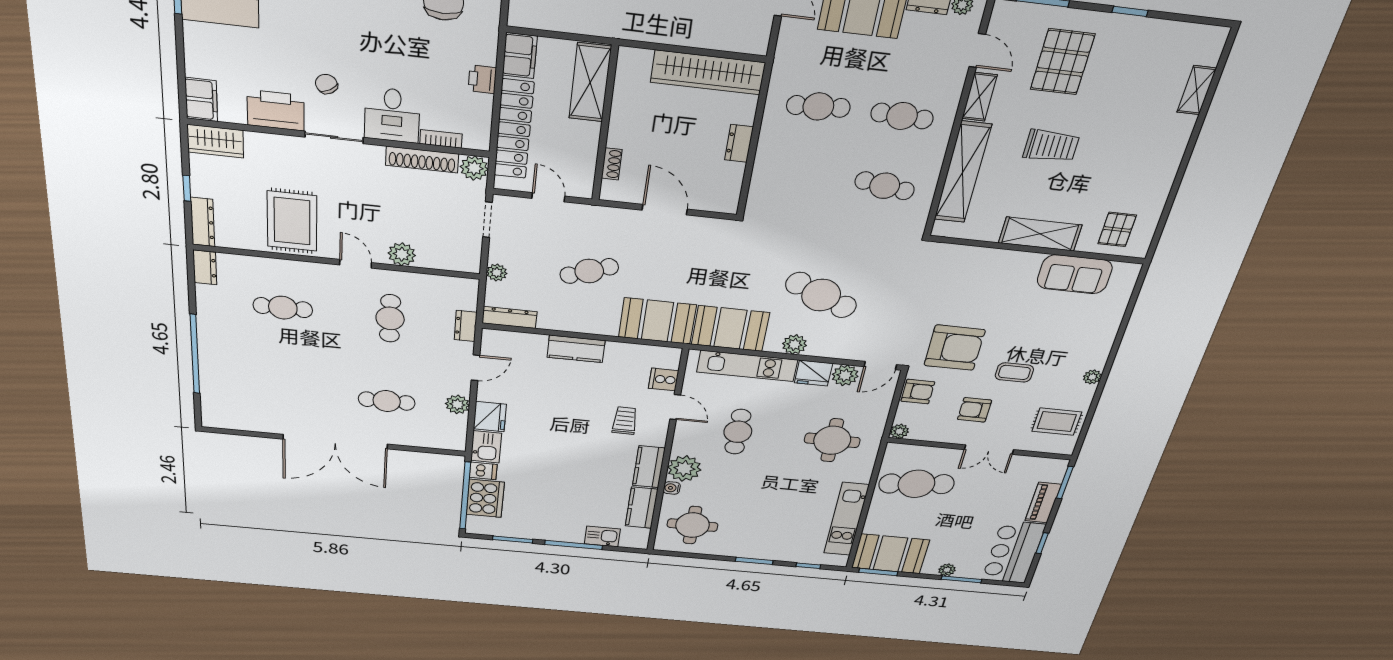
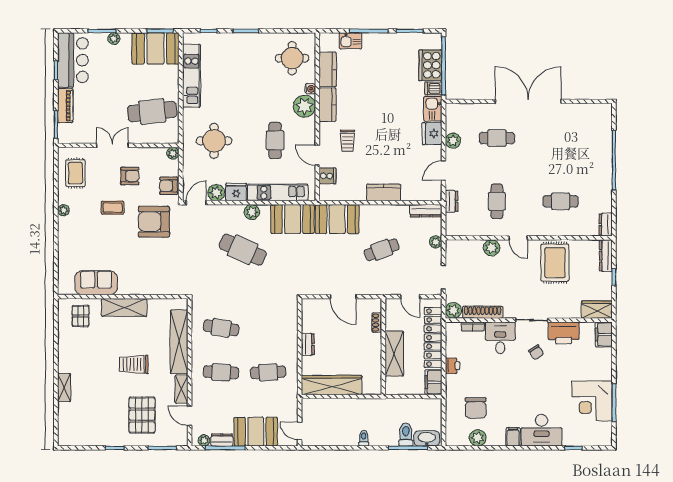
shelving: (590, 82) -> (394, 354), moved
shelving: (1197, 90) -> (64, 388), moved
rug: (1057, 422) -> (75, 173), turned 90

